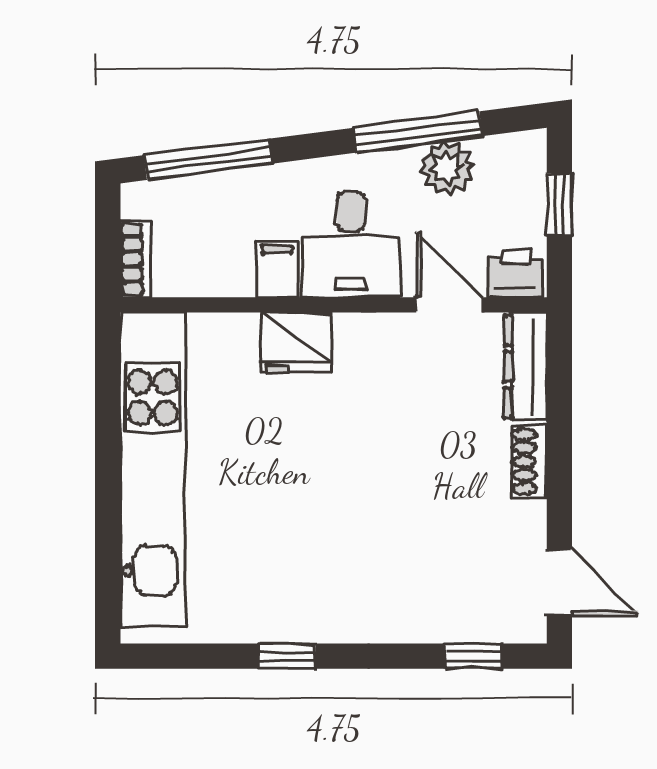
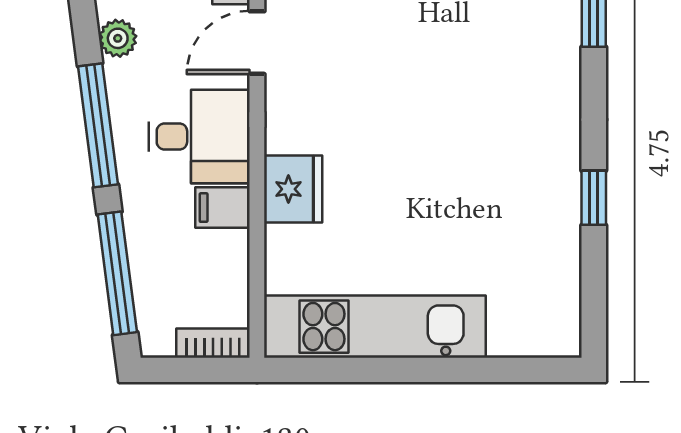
window: (418, 132) -> (98, 125), moved
plant: (447, 168) -> (118, 38), width x0.73, depth x0.73
kitchen unit: (153, 470) -> (375, 327), width x0.73

